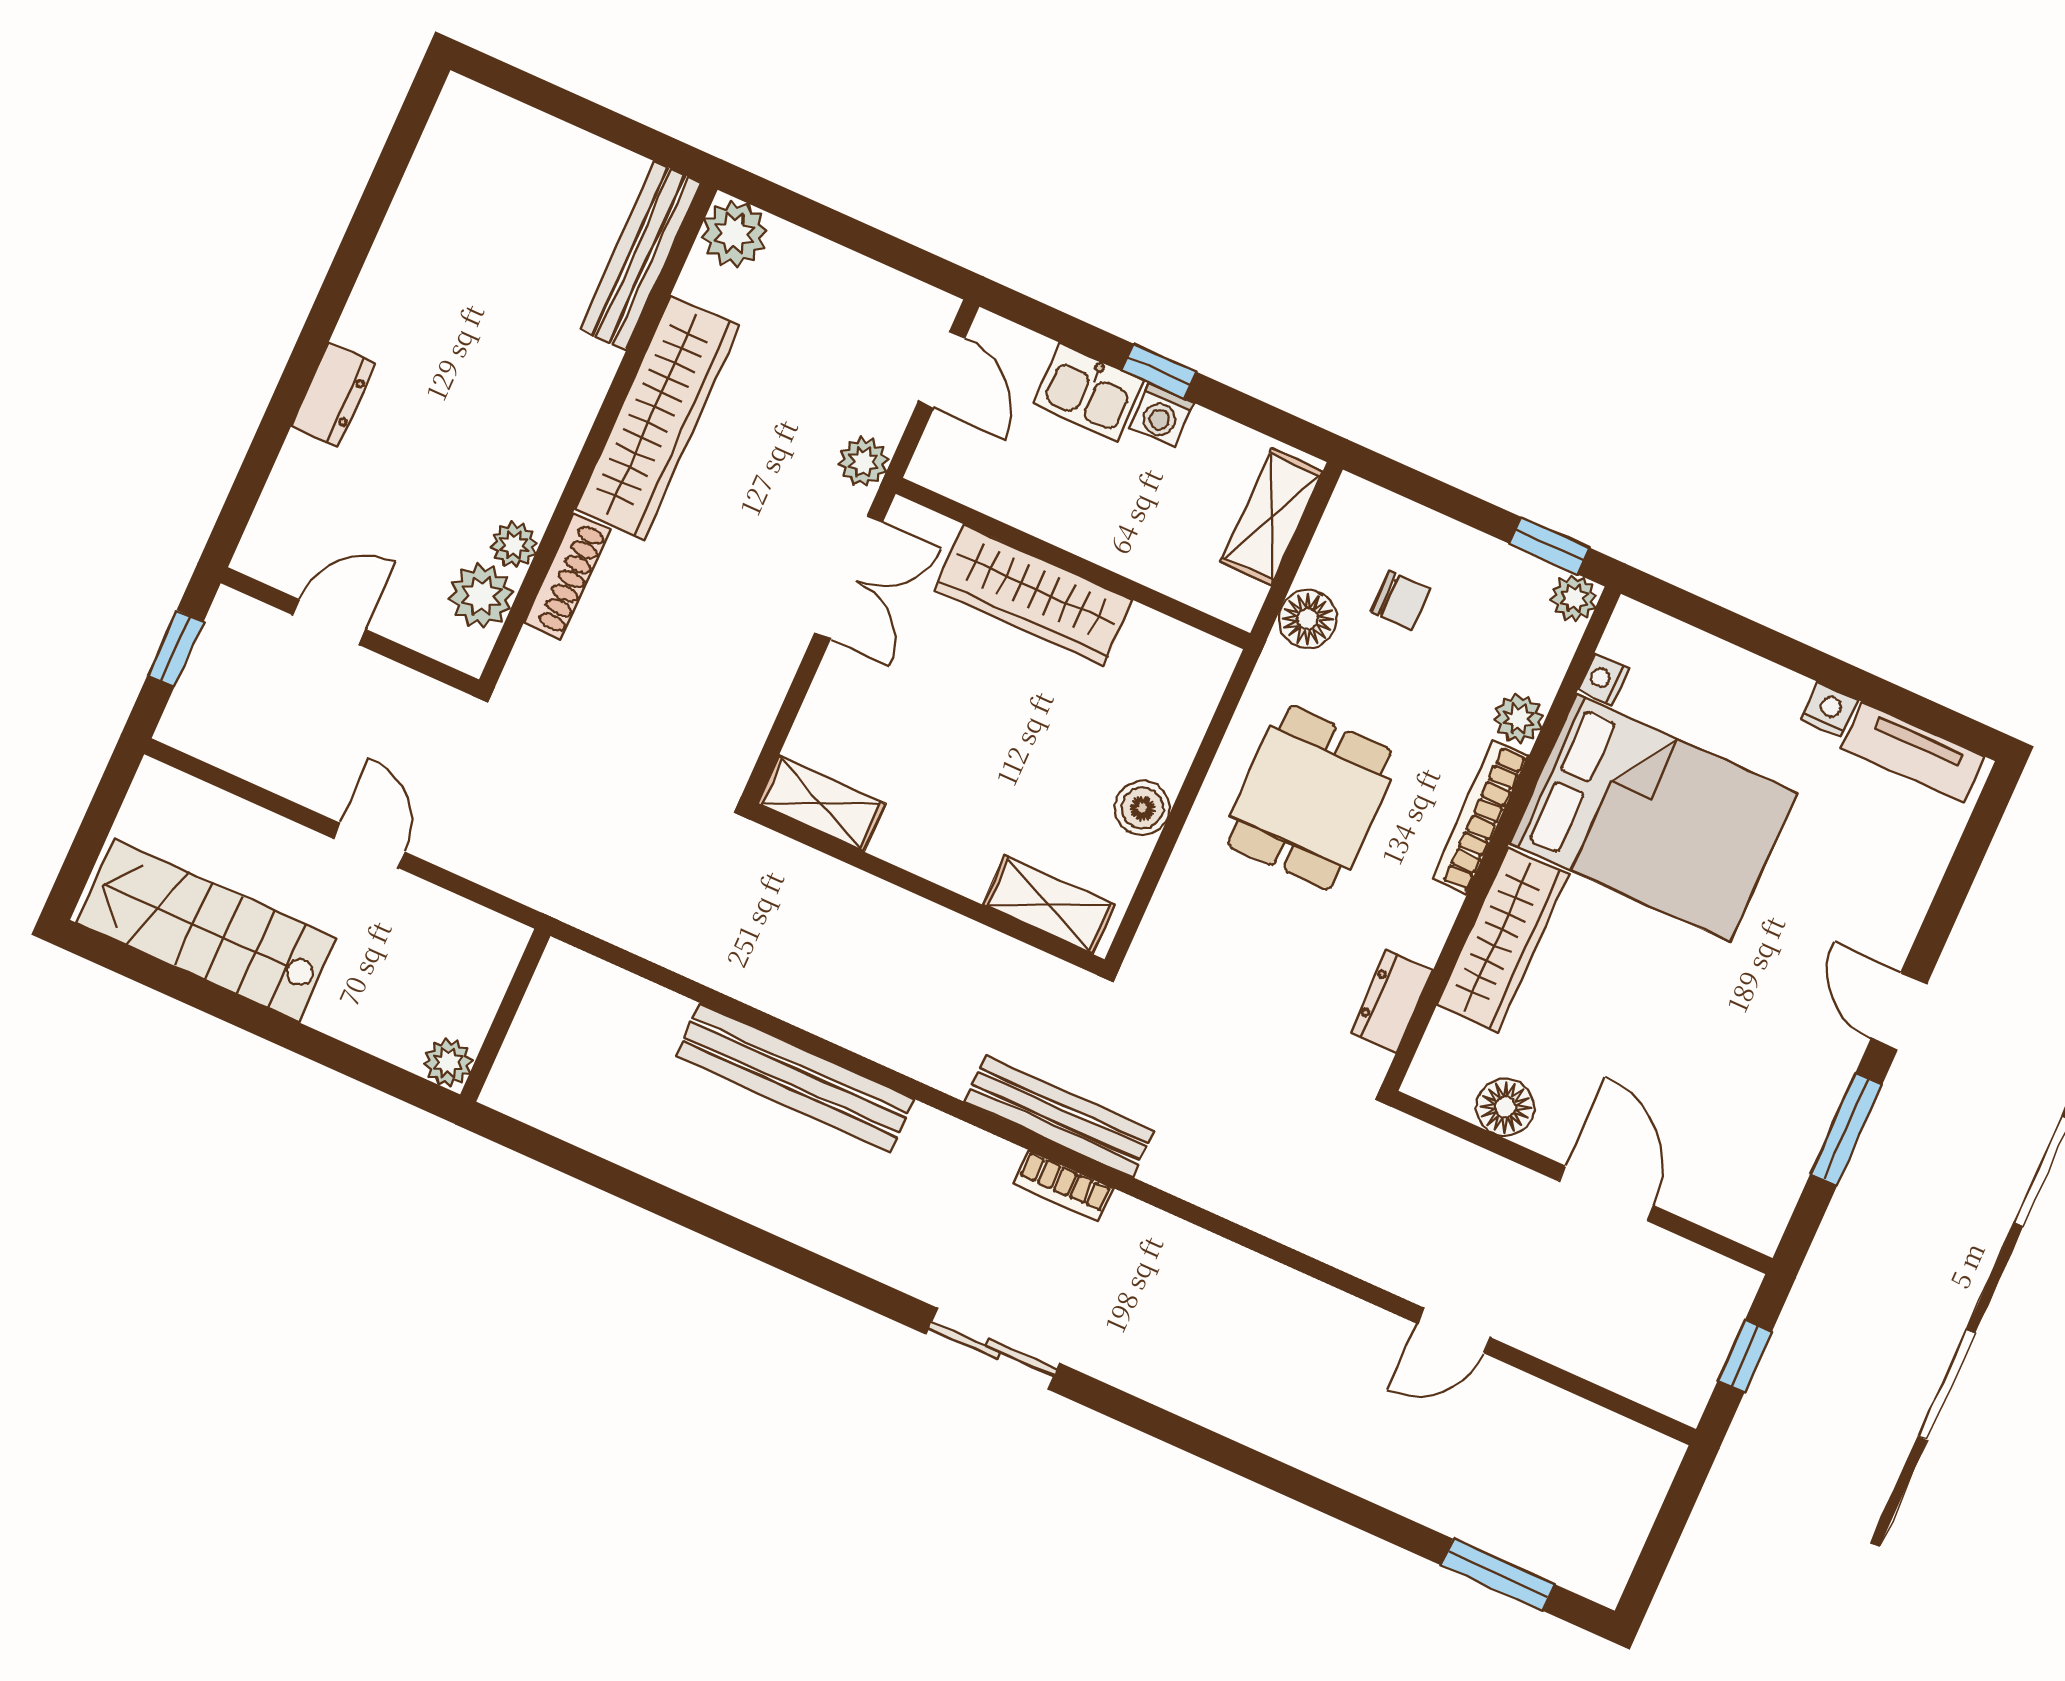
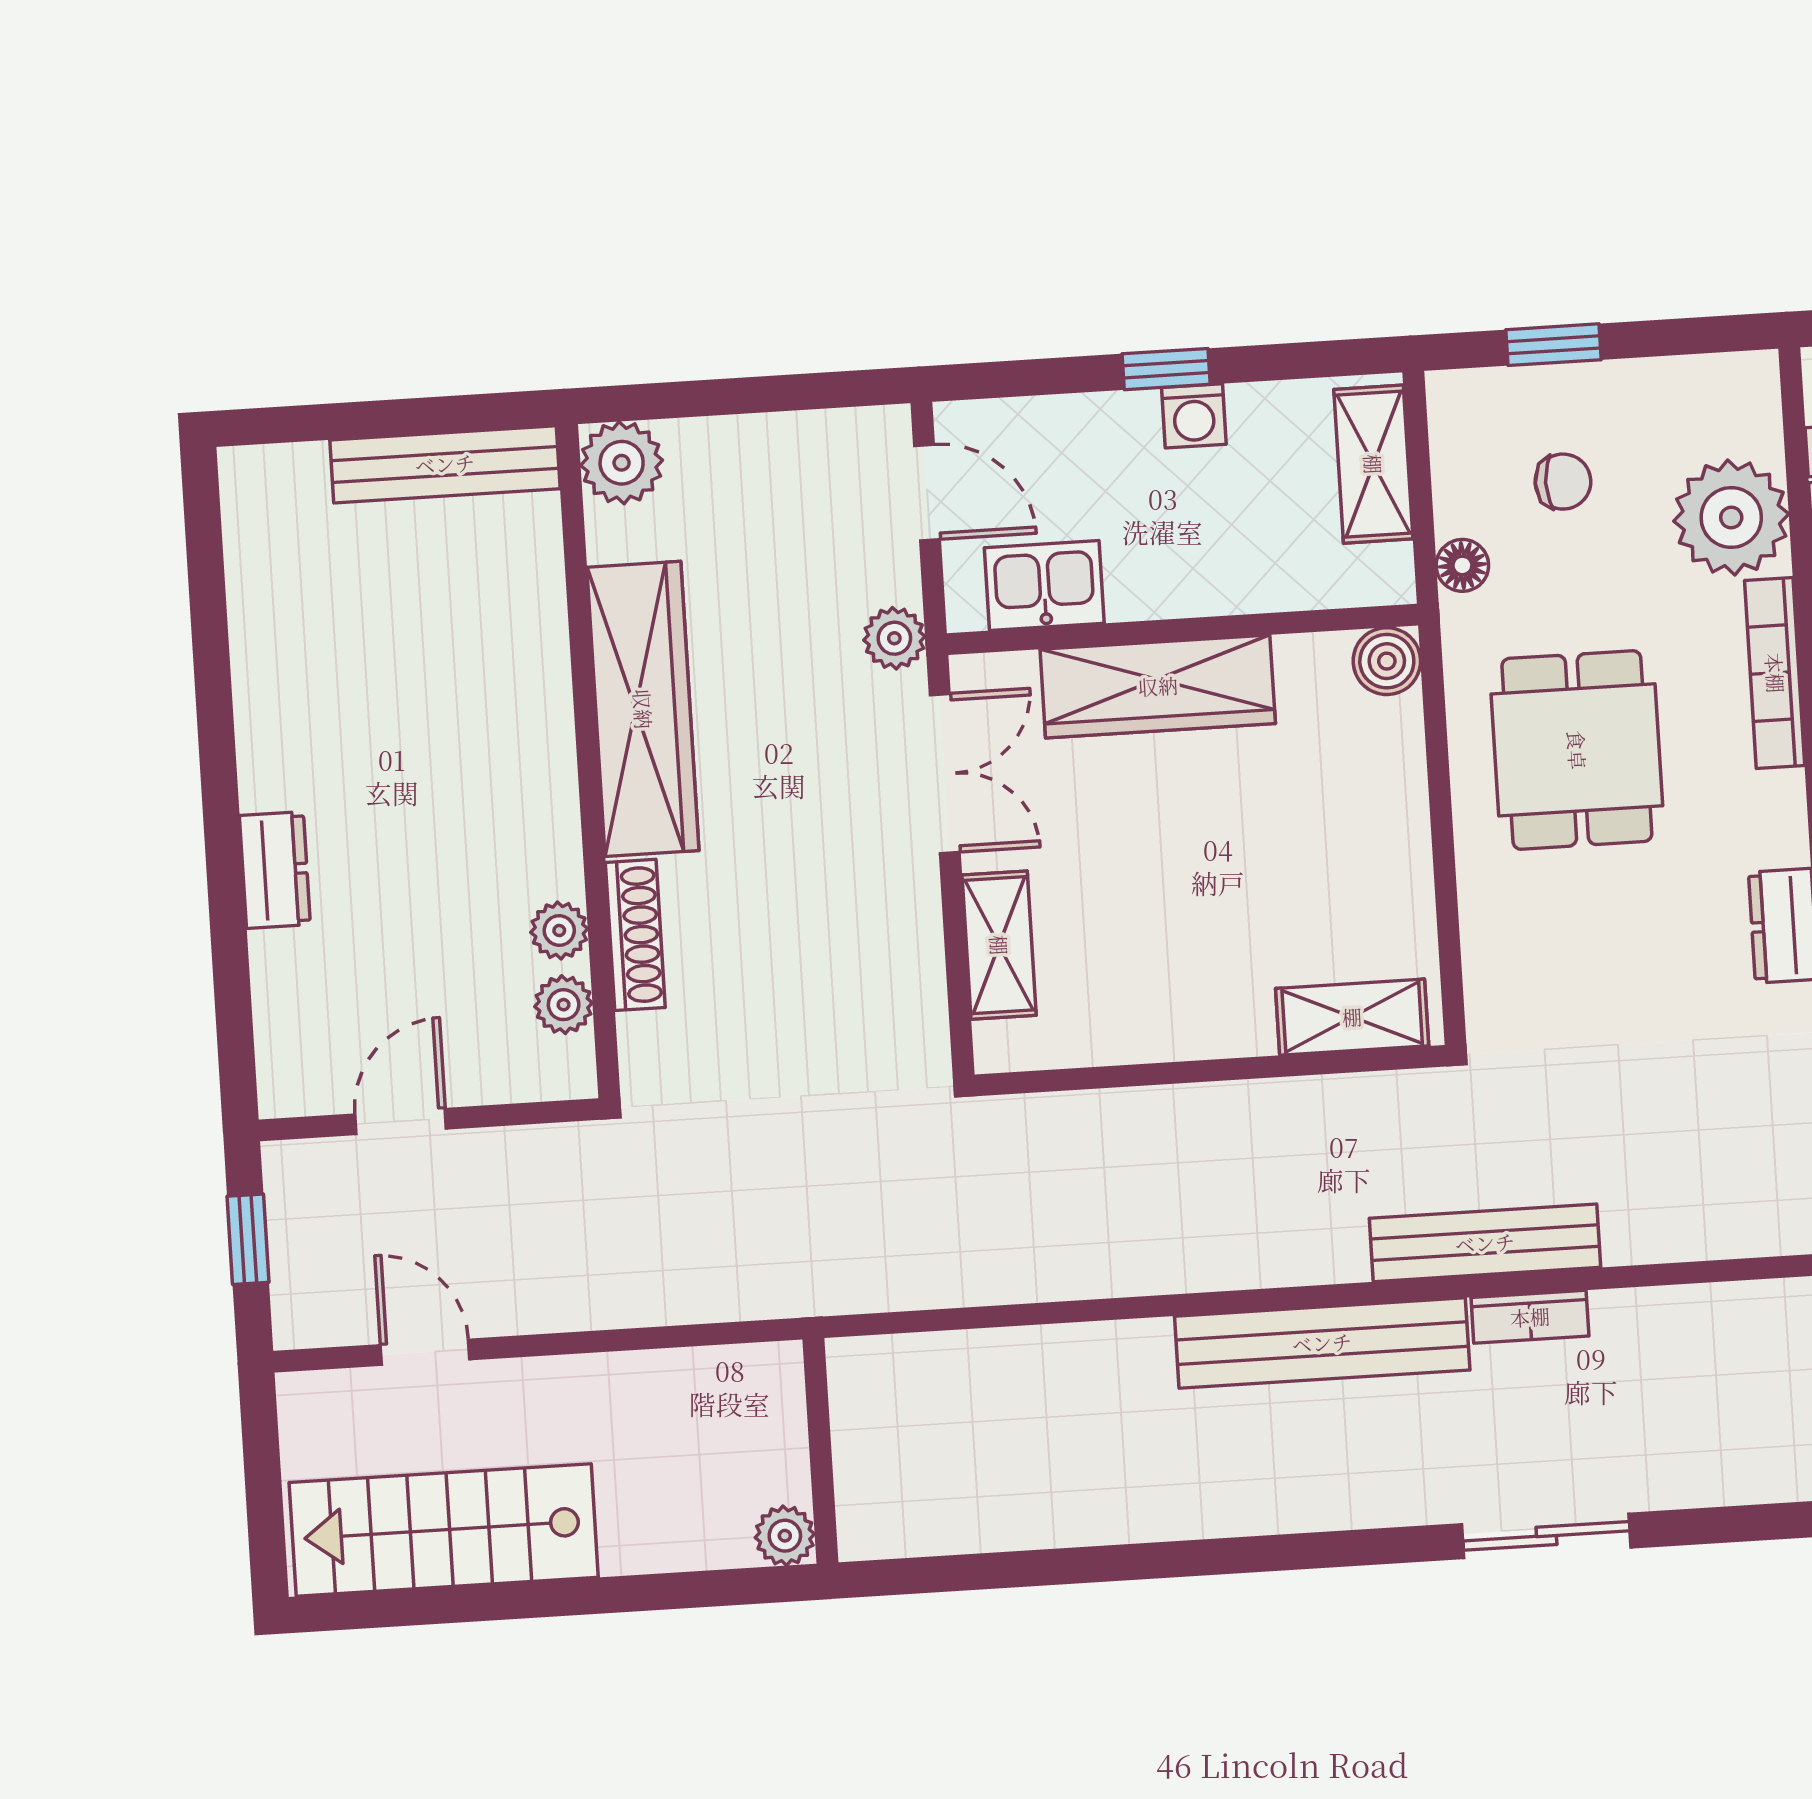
bench: (641, 256) -> (445, 464), moved, turned 90
kitchen sink: (1089, 392) -> (1044, 586), moved, turned 180
window: (1549, 546) -> (1553, 345), moved
plant: (481, 596) -> (564, 1005), width x0.73, depth x0.73
plant: (1574, 598) -> (1752, 379), removed
floor lamp: (1308, 619) -> (1462, 565), width x0.73, depth x0.73
plant: (1519, 718) -> (1731, 518), width x1.87, depth x1.87
shelving: (821, 804) -> (999, 945), moved, turned 90
boiler: (1142, 808) -> (1387, 661), moved
door: (369, 845) -> (425, 1352), moved
bench: (795, 1077) -> (1322, 1343), moved

